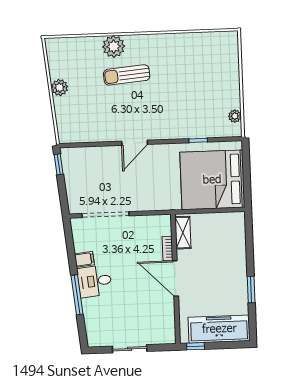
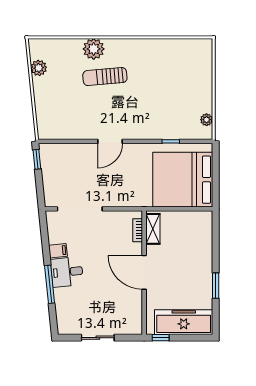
plant: (60, 87) -> (39, 68), moved
bookcase: (168, 248) -> (138, 230), moved

